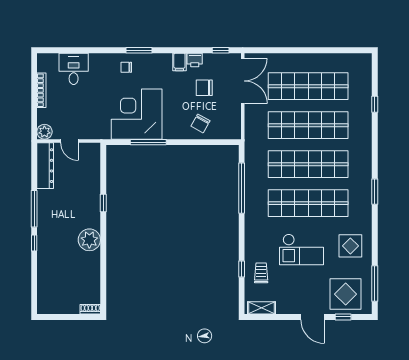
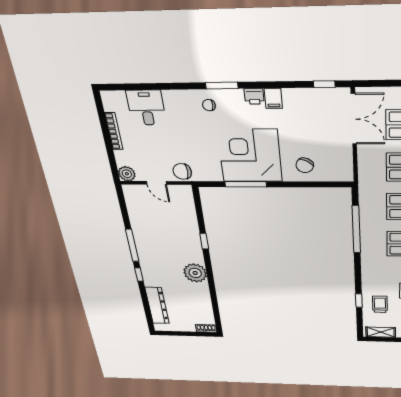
printer: (195, 60) -> (254, 96), moved
chair: (204, 88) -> (182, 171), moved
corner desk: (137, 114) -> (250, 156), moved
dresser: (45, 166) -> (157, 305), moved

